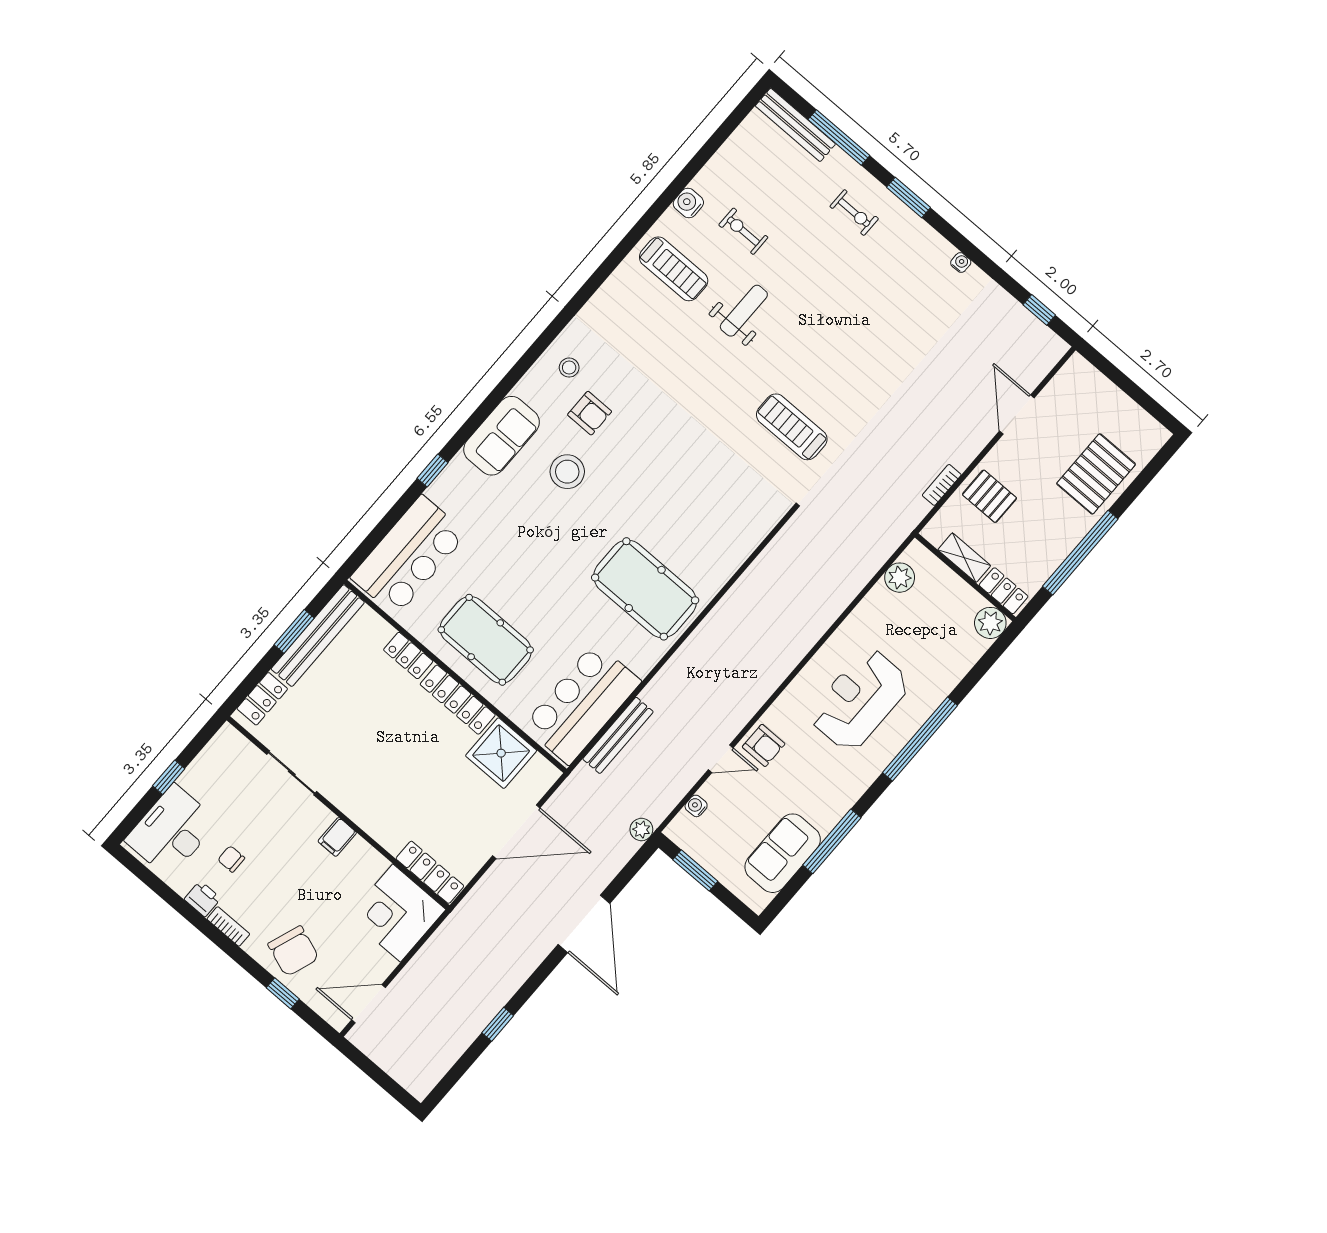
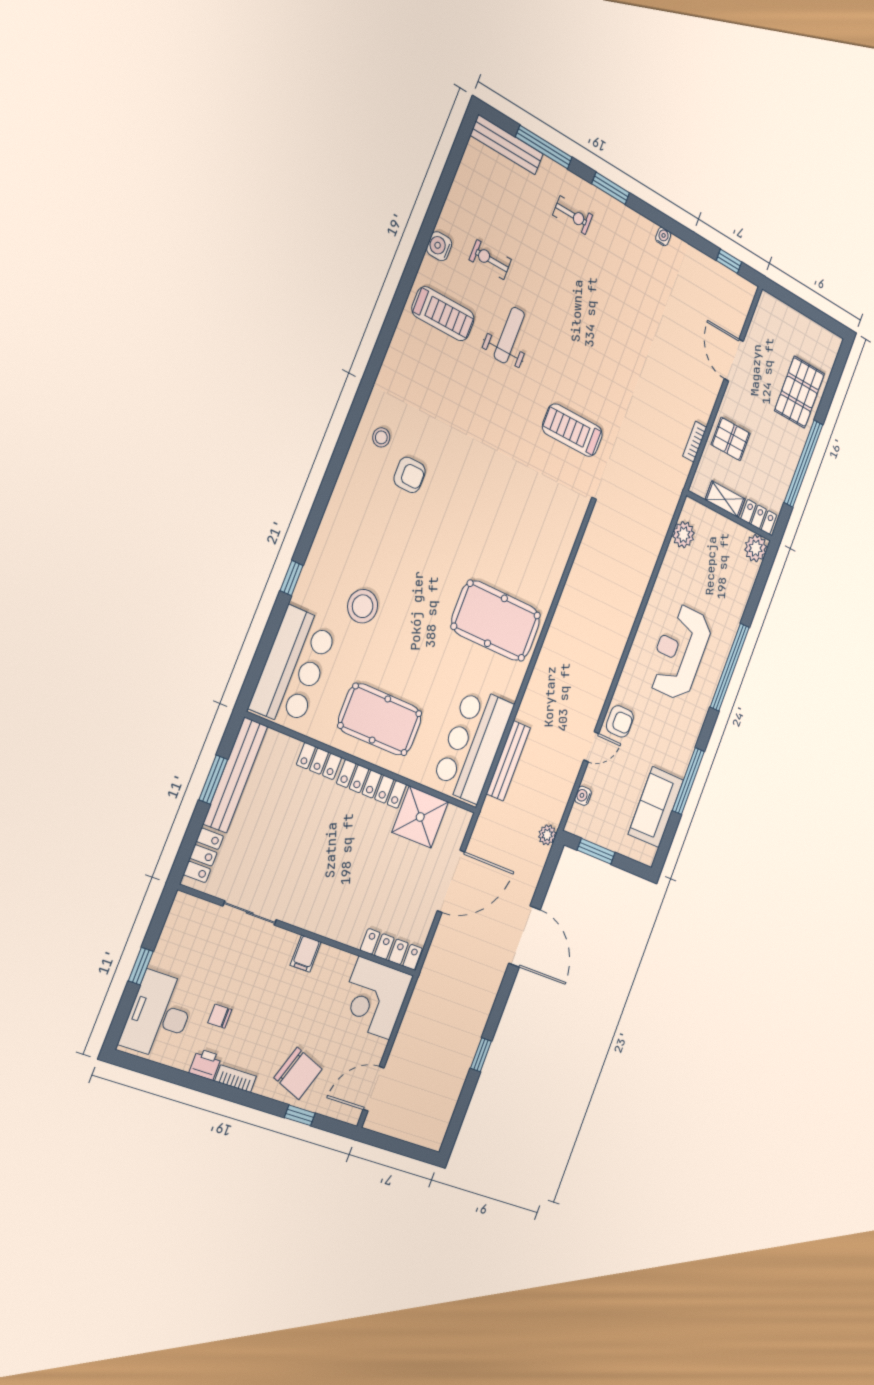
sofa: (502, 436) -> (342, 523), removed
stool: (567, 472) -> (363, 606), moved

